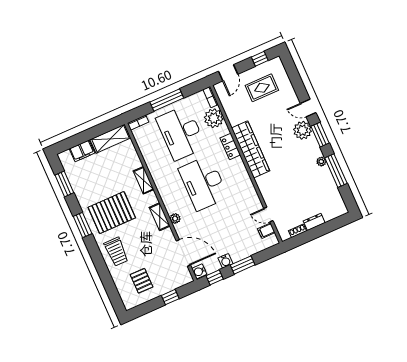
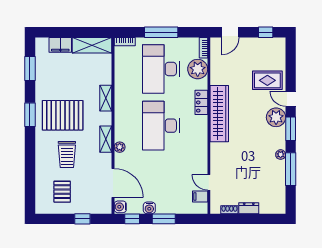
rug: (262, 88) -> (267, 80), moved
trolley: (116, 252) -> (67, 154), moved

